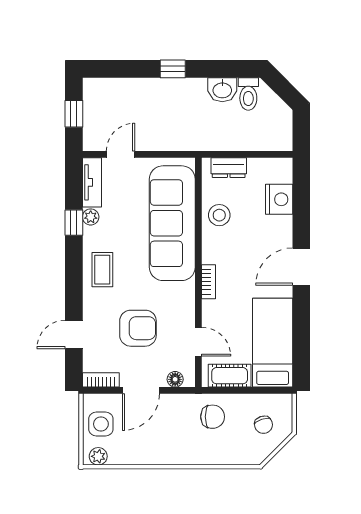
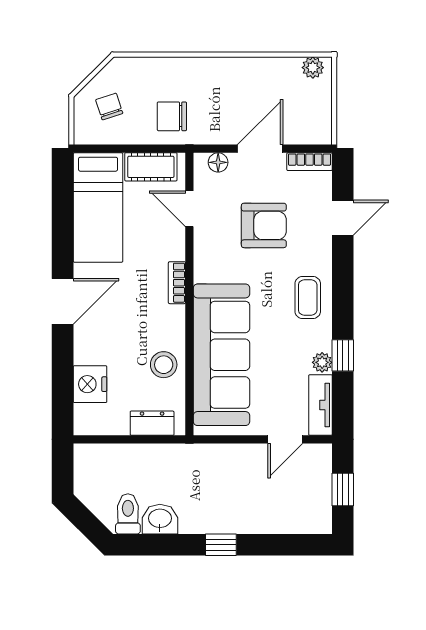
armchair: (138, 328) -> (264, 225), turned 180
side table: (101, 424) -> (309, 107), removed

